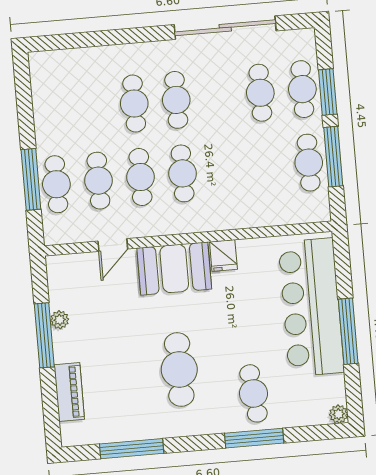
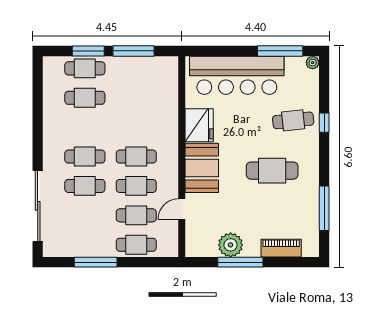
sliding door: (225, 28) -> (38, 206), moved
cafe table: (309, 163) -> (136, 68), removed
window: (31, 179) -> (96, 262), moved
door: (113, 245) -> (182, 209), swing flipped
fridge: (223, 255) -> (199, 125), width x1.88, depth x1.34
plant: (60, 320) -> (231, 245), width x1.88, depth x1.88
window: (348, 331) -> (280, 51), moved
window: (254, 438) -> (324, 123), width x0.46

